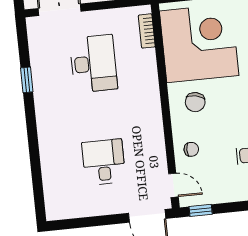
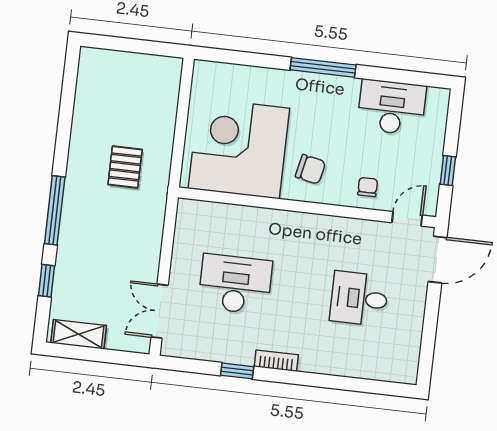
bookcase: (147, 31) -> (276, 361), moved, turned 180
window: (201, 210) -> (448, 171), moved

